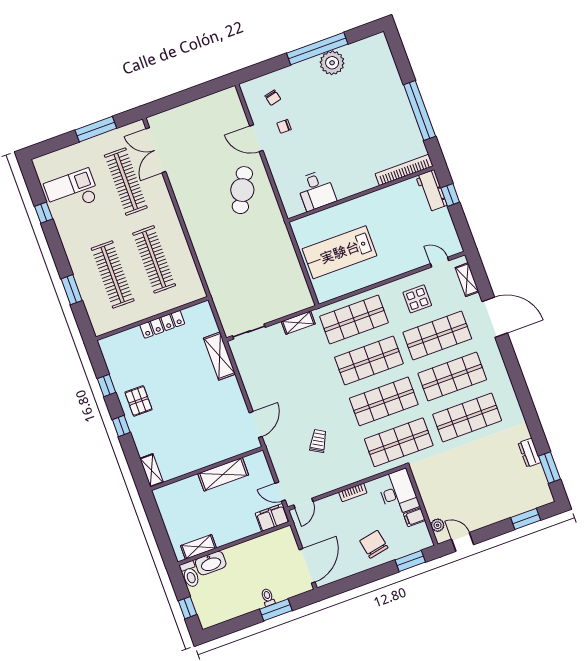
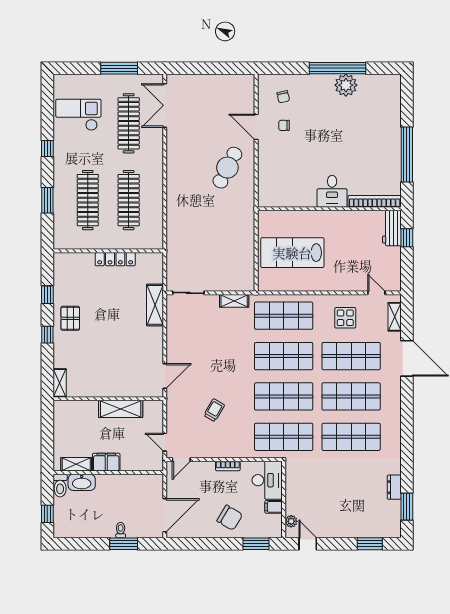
desk: (316, 190) -> (332, 191), moved
window: (44, 213) -> (47, 148), moved
filing cabinet: (272, 517) -> (106, 462), moved
chair: (374, 544) -> (230, 518), turned 132

